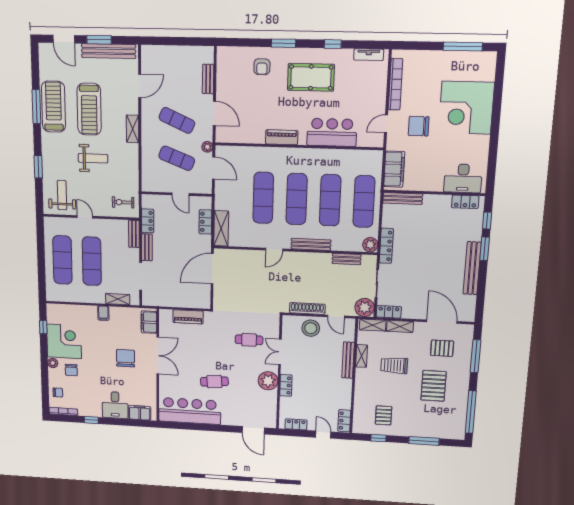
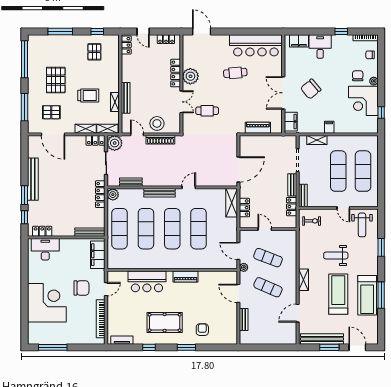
chair: (126, 358) -> (311, 89), turned 50
locker: (286, 385) -> (176, 73), width x1.53

